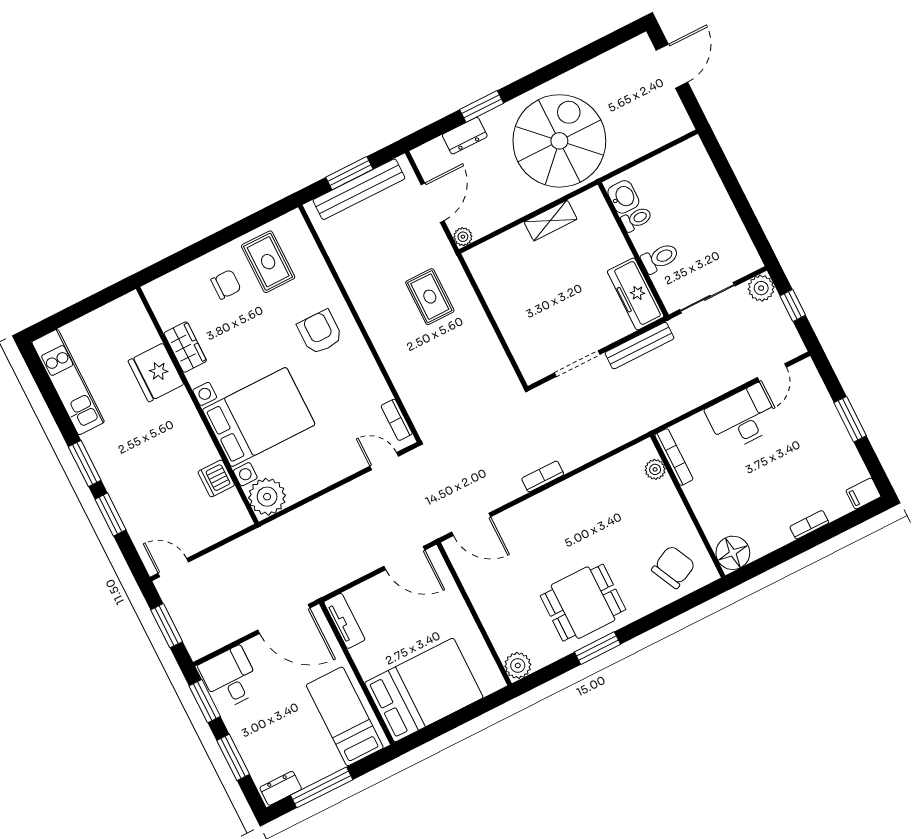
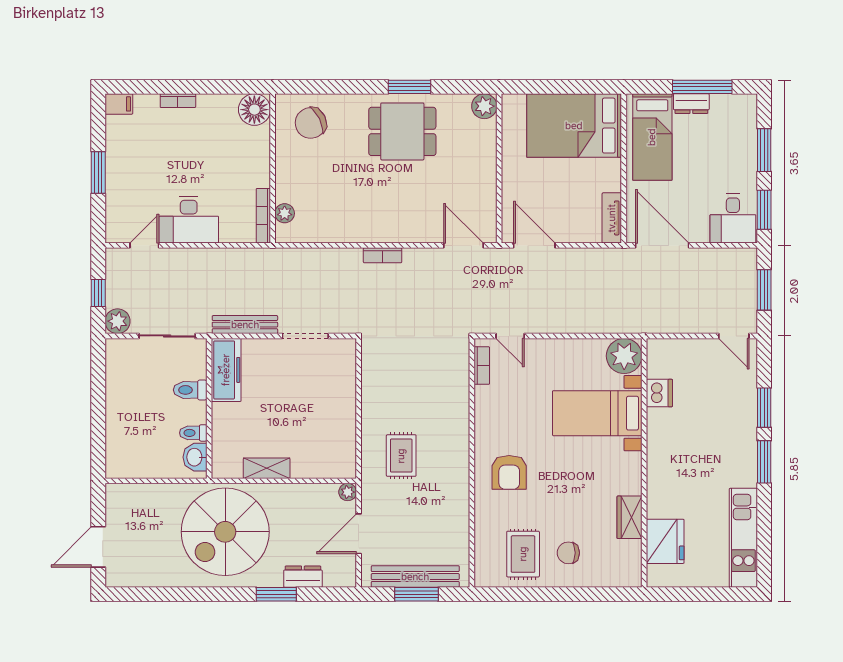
fridge: (156, 373) -> (665, 541), moved
bed with nightstands: (259, 417) -> (597, 413), width x0.73
dresser: (281, 788) -> (691, 104), moved

